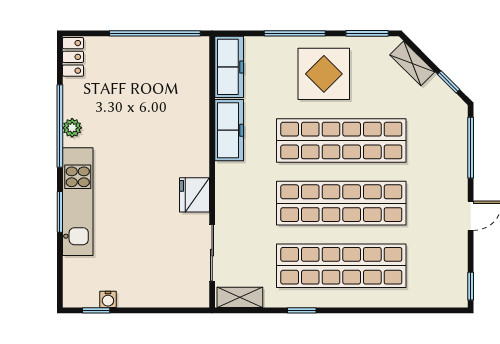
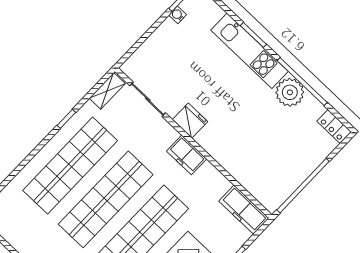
plant: (72, 128) -> (290, 92), width x1.88, depth x1.88
freezer: (229, 130) -> (187, 155), moved, width x0.71

